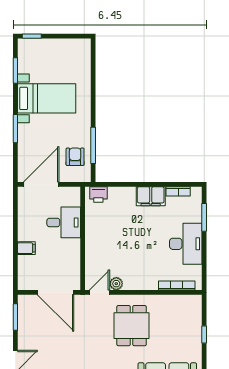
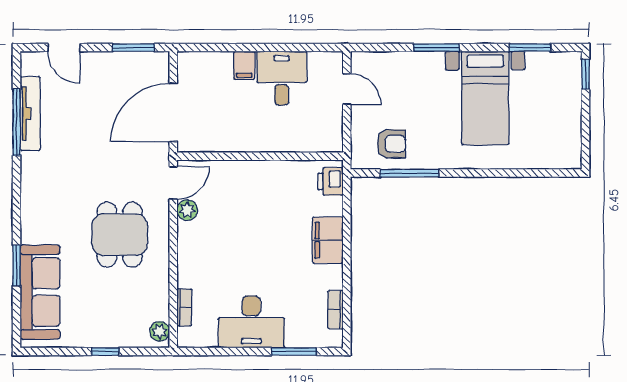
door: (41, 184) -> (347, 89), width x0.53
filing cabinet: (151, 196) -> (328, 240), moved
desk: (64, 222) -> (282, 78), moved, turned 180
bookcase: (177, 285) -> (184, 307), width x0.64
door: (99, 292) -> (173, 183), hinge flipped
plant: (192, 301) -> (160, 331), added
dining table: (132, 326) -> (120, 235), turned 90

